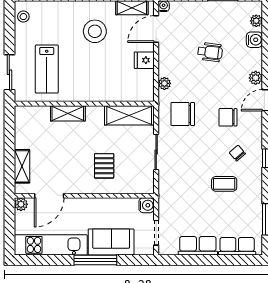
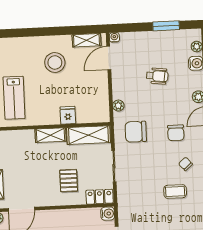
fridge: (144, 60) -> (68, 115), moved, turned 90
shelving: (68, 113) -> (51, 135), moved
chair: (228, 117) -> (176, 133), turned -90
locker: (138, 186) -> (100, 197), added

